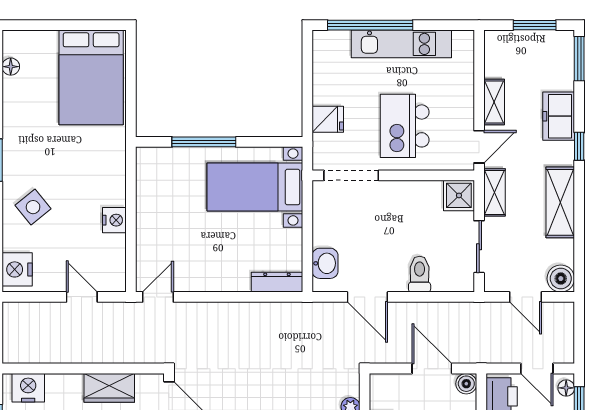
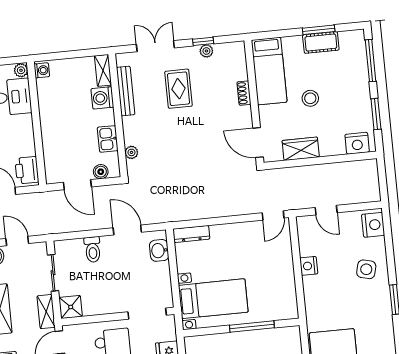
side table: (33, 207) -> (366, 269), turned -37
boiler: (466, 384) -> (101, 172), moved

